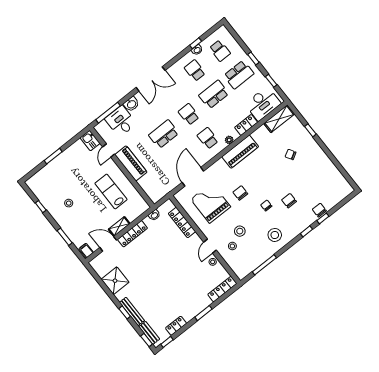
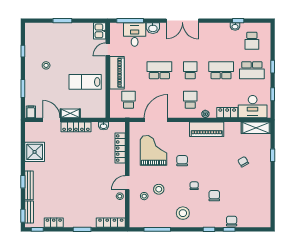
school desk: (195, 71) -> (129, 100), moved
lab bench: (111, 191) -> (85, 82), turned -90

